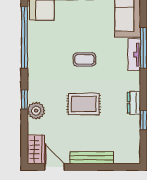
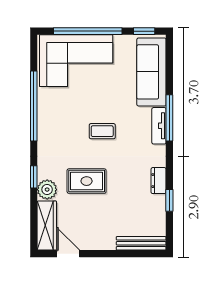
rug: (84, 104) -> (87, 181), moved
wardrobe: (36, 149) -> (47, 226), width x1.50
bench: (92, 158) -> (141, 243), moved

